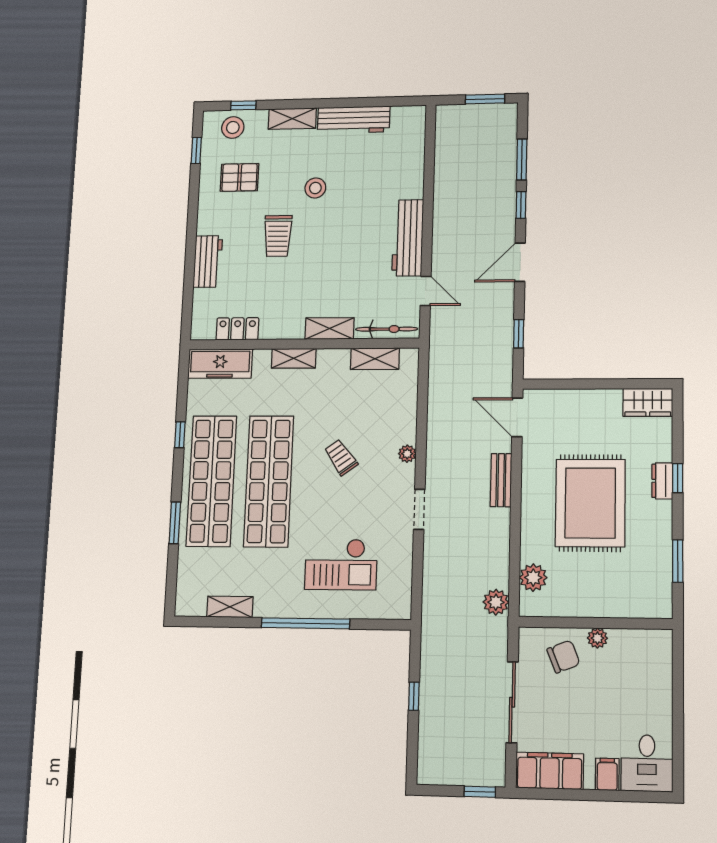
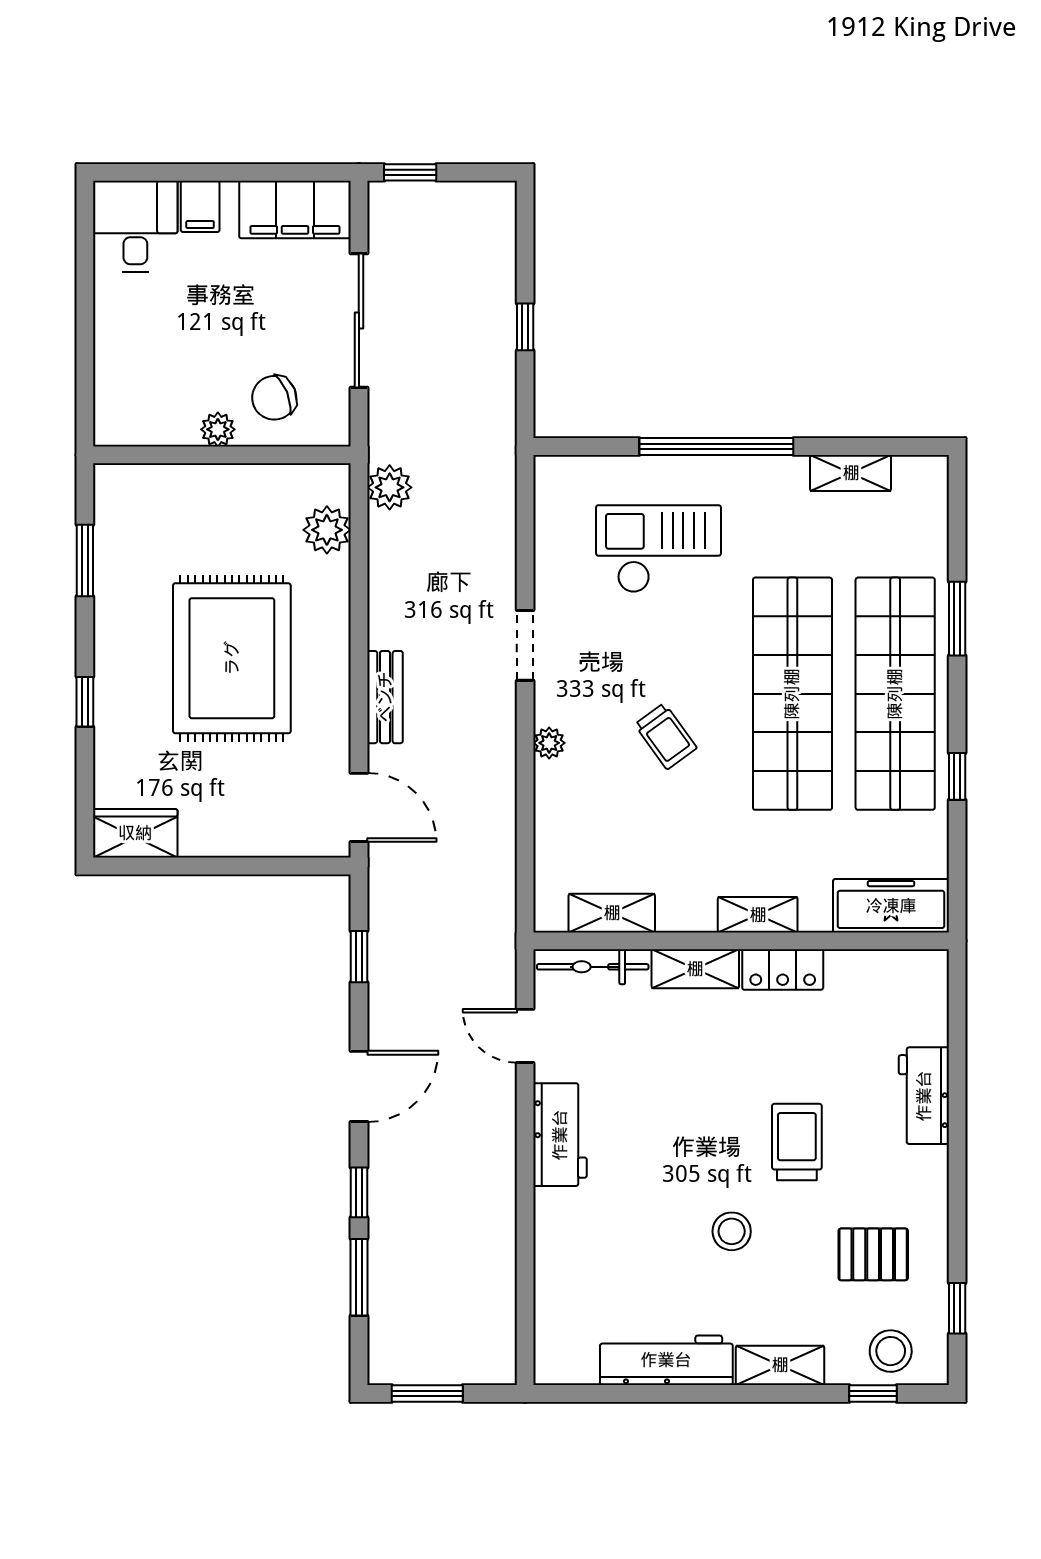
workbench: (408, 238) -> (560, 1135), width x0.73
locker: (237, 329) -> (783, 970), moved
dresser: (662, 481) -> (111, 697), removed

